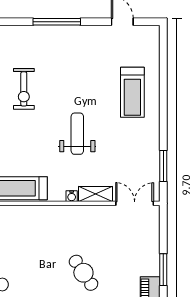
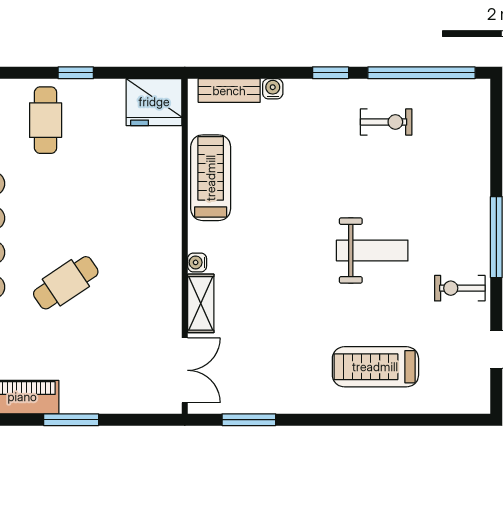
exercise bike: (24, 89) -> (460, 288), moved, width x0.73, depth x0.72
weight bench: (77, 134) -> (372, 251), moved

